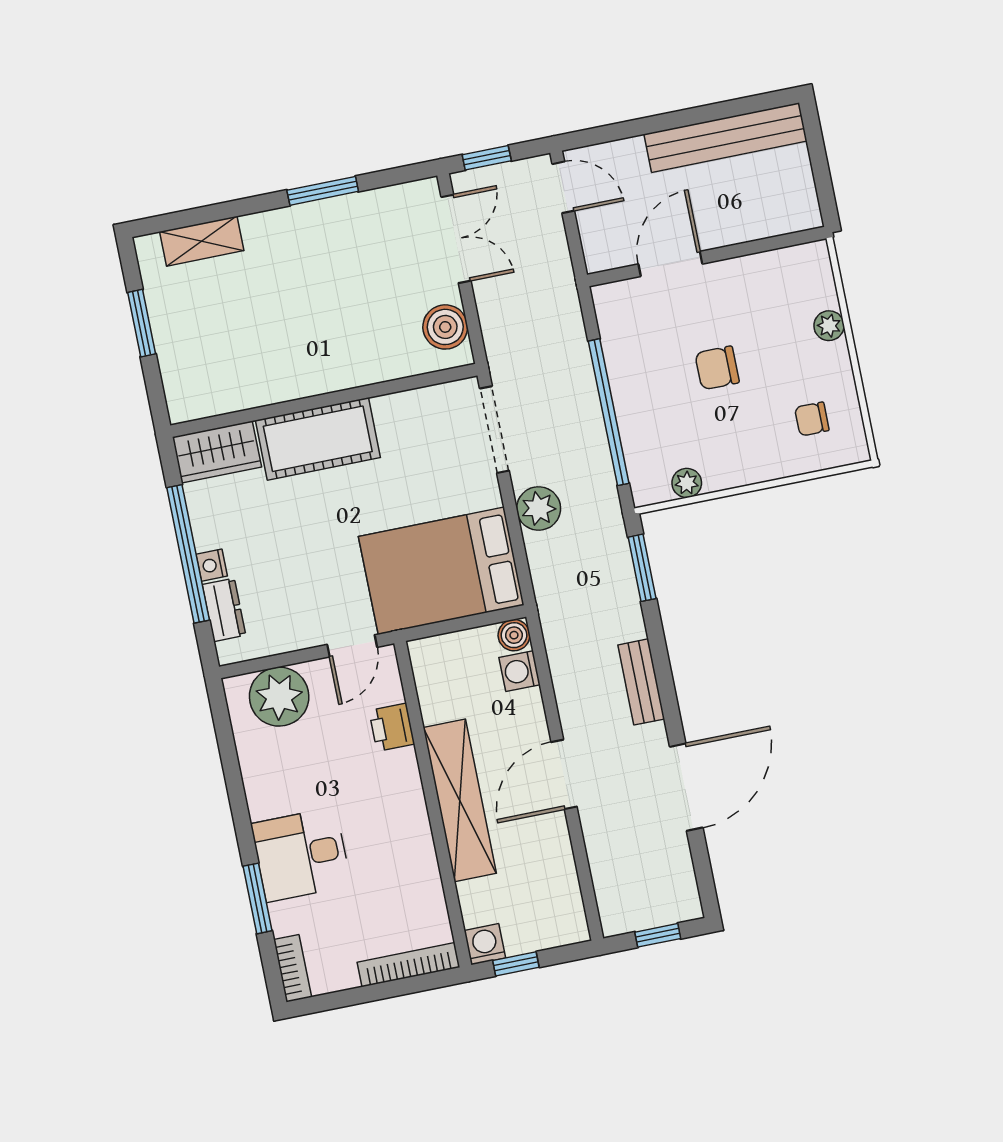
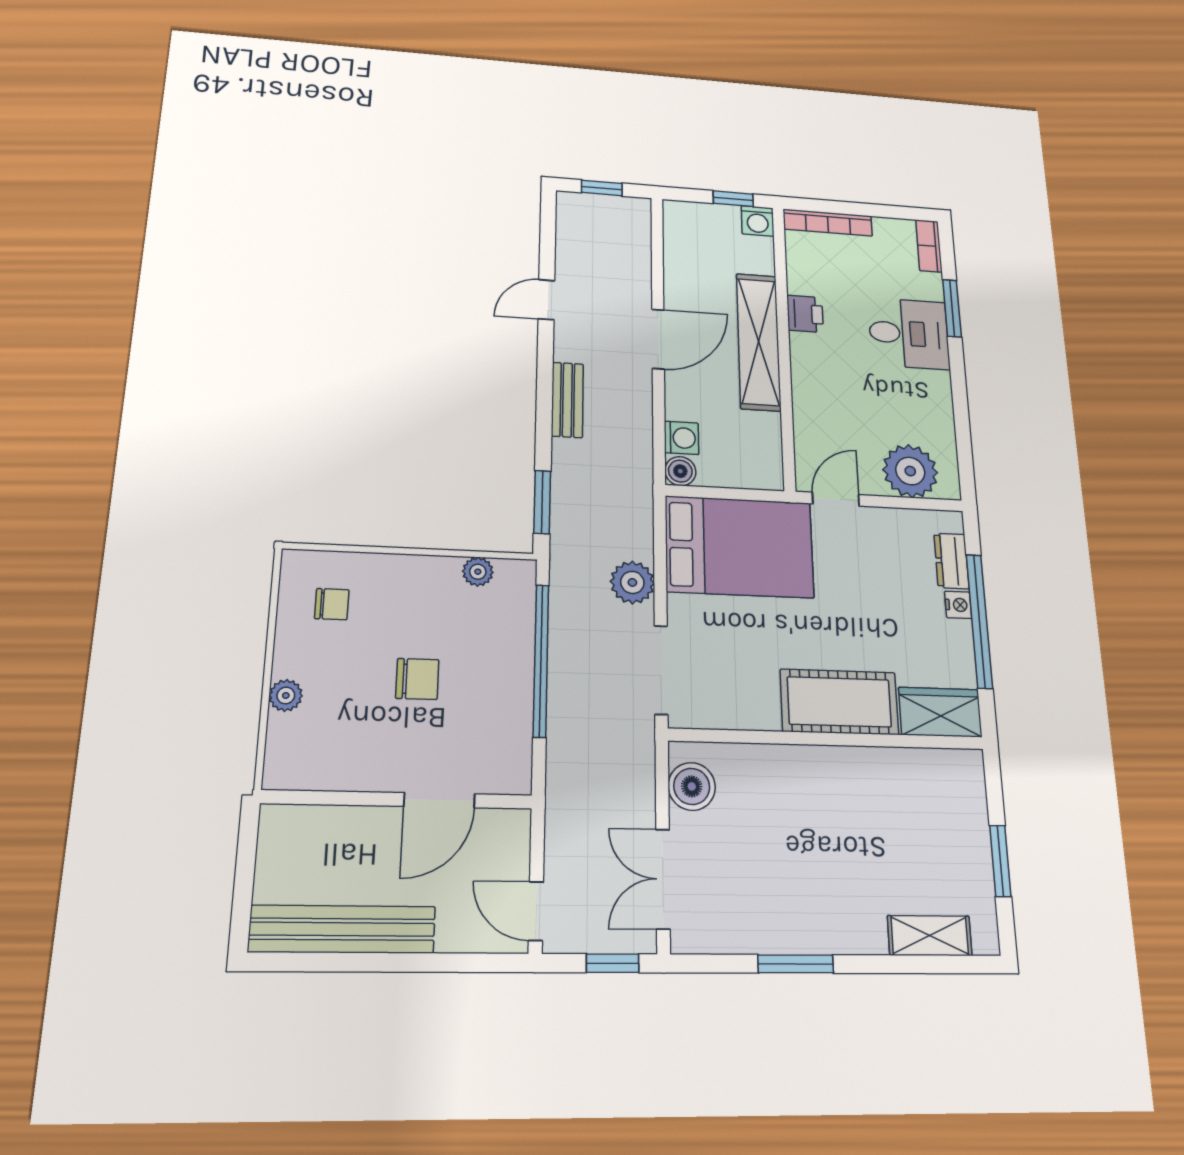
printer: (392, 727) -> (805, 314), moved
door: (686, 787) -> (546, 300), width x0.53

